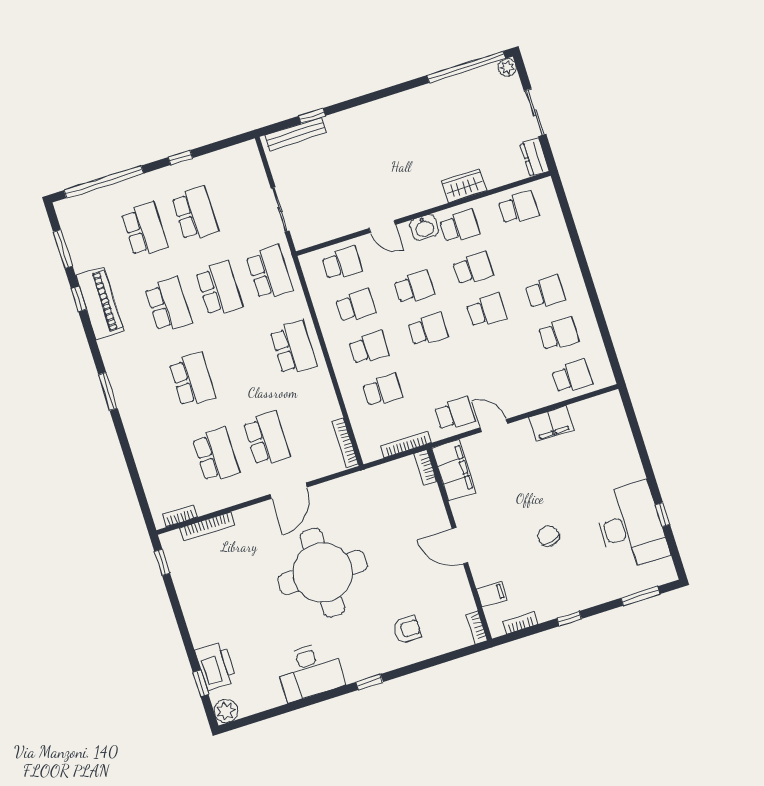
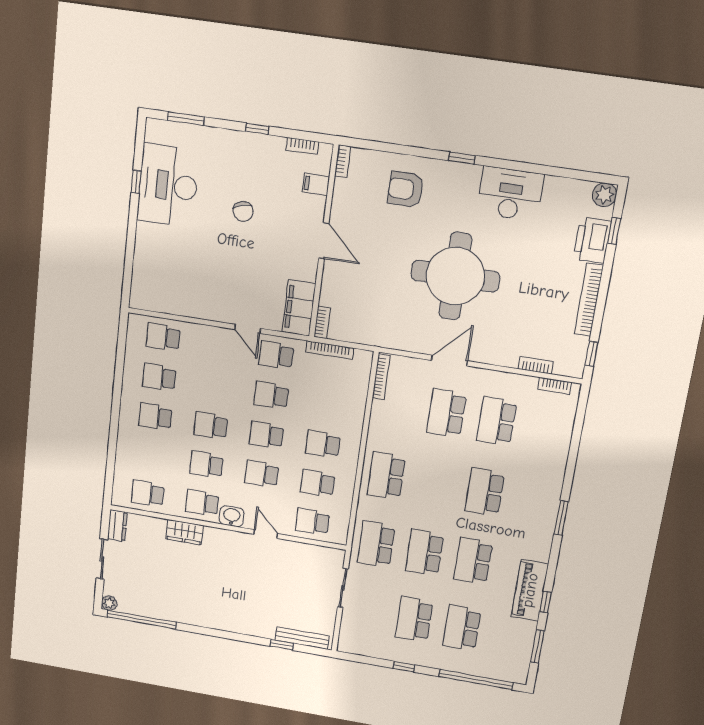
school desk: (382, 390) -> (271, 395), moved
filing cabinet: (551, 424) -> (198, 306), removed
bookcase: (207, 526) -> (536, 365), width x0.64
bookcase: (191, 611) -> (589, 300), added
armchair: (407, 630) -> (406, 189), width x1.38, depth x1.38

